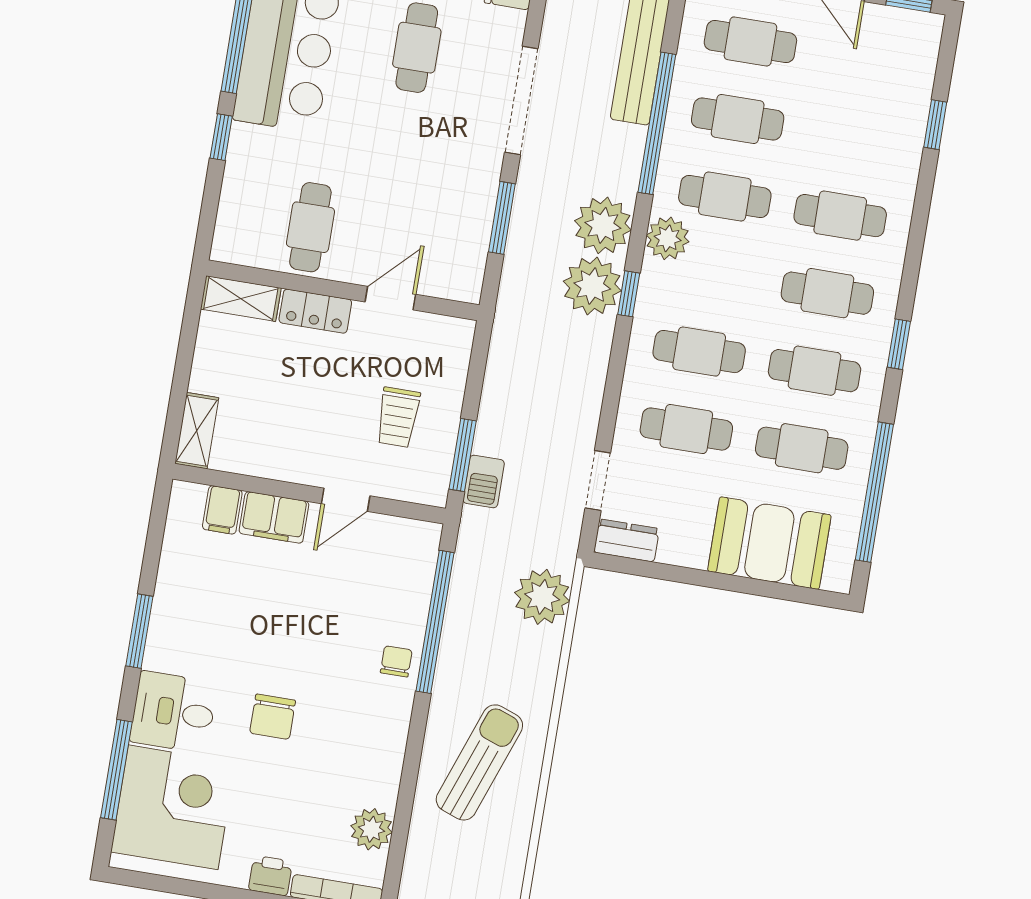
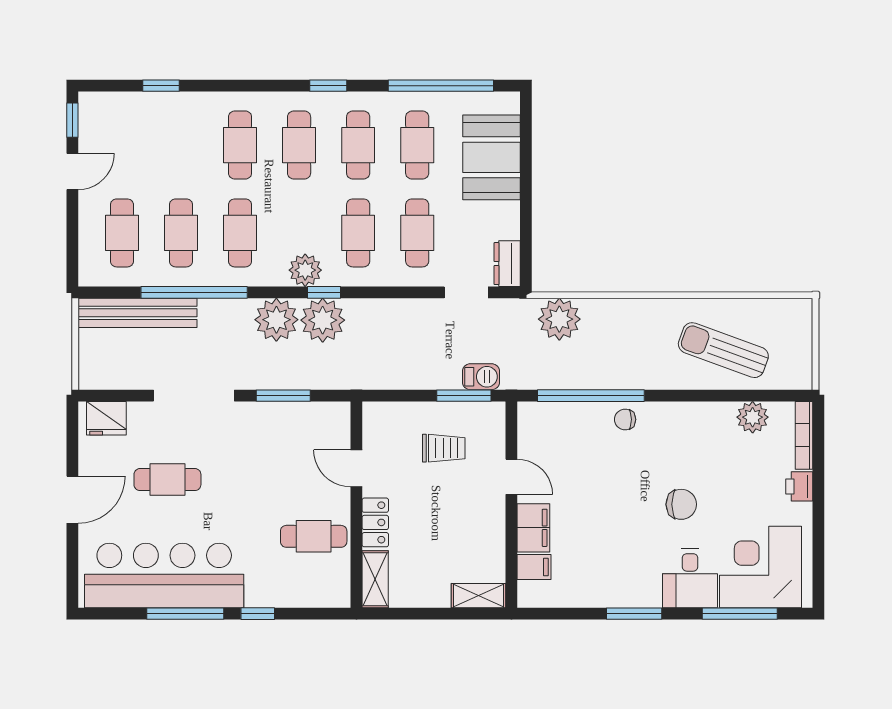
plant: (668, 238) -> (305, 270), moved
sun lounger: (479, 762) -> (723, 350), moved

